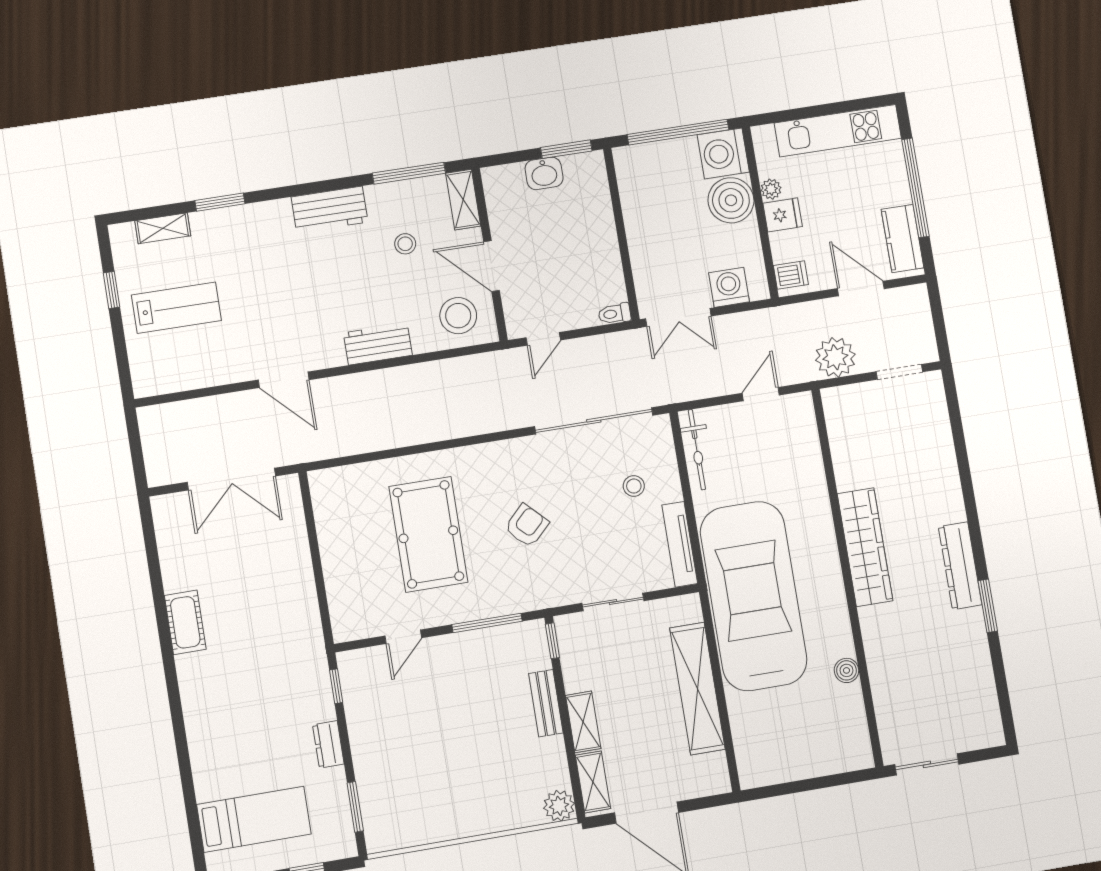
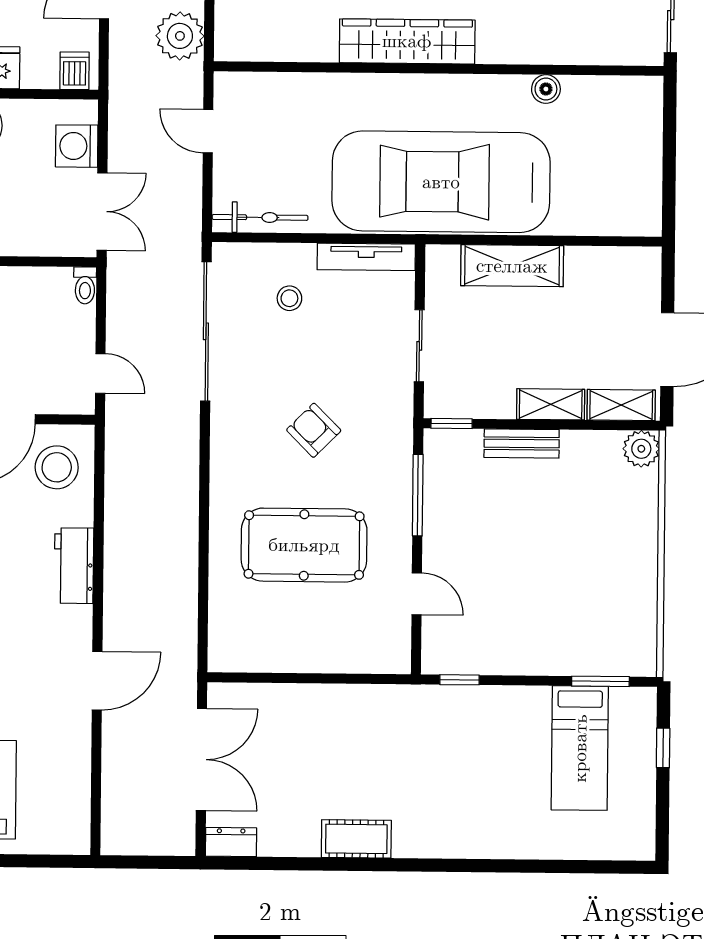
shelving: (697, 689) -> (512, 266), width x0.68
dresser: (328, 744) -> (231, 842), moved, turned 180
bed: (254, 819) -> (580, 748), moved, turned 180

